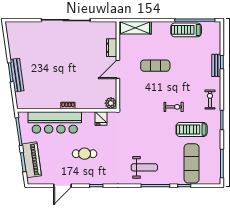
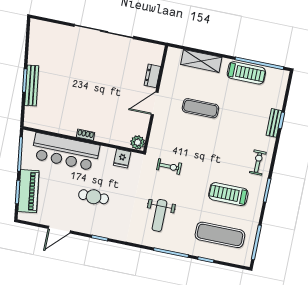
shelving: (135, 28) -> (201, 61), moved
treadmill: (186, 30) -> (246, 73), turned 180
exercise bike: (174, 107) -> (169, 166), moved
exercise mat: (192, 163) -> (220, 235), turned 90
weight bench: (144, 167) -> (159, 215), moved, turned 90

